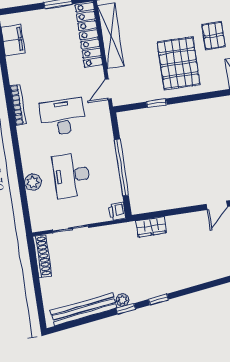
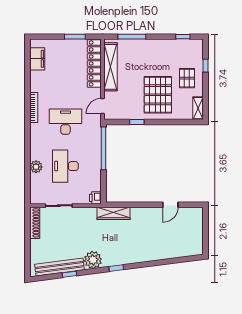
window: (121, 168) -> (103, 148), moved
wardrobe: (151, 227) -> (114, 213), width x1.50
plant: (122, 300) -> (93, 260), width x1.87, depth x1.87
window: (126, 309) -> (69, 274), moved

